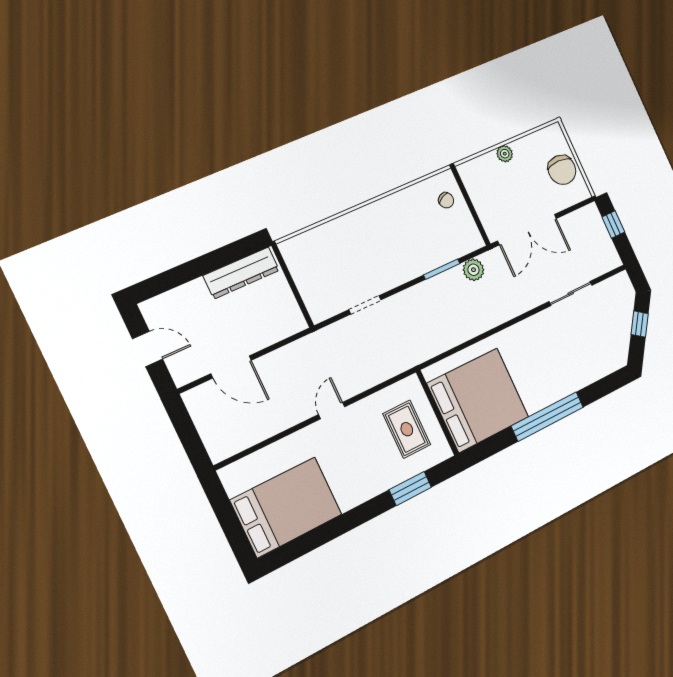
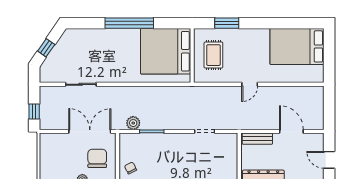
chair: (562, 170) -> (97, 158), moved
bench: (280, 330) -> (257, 139), added

